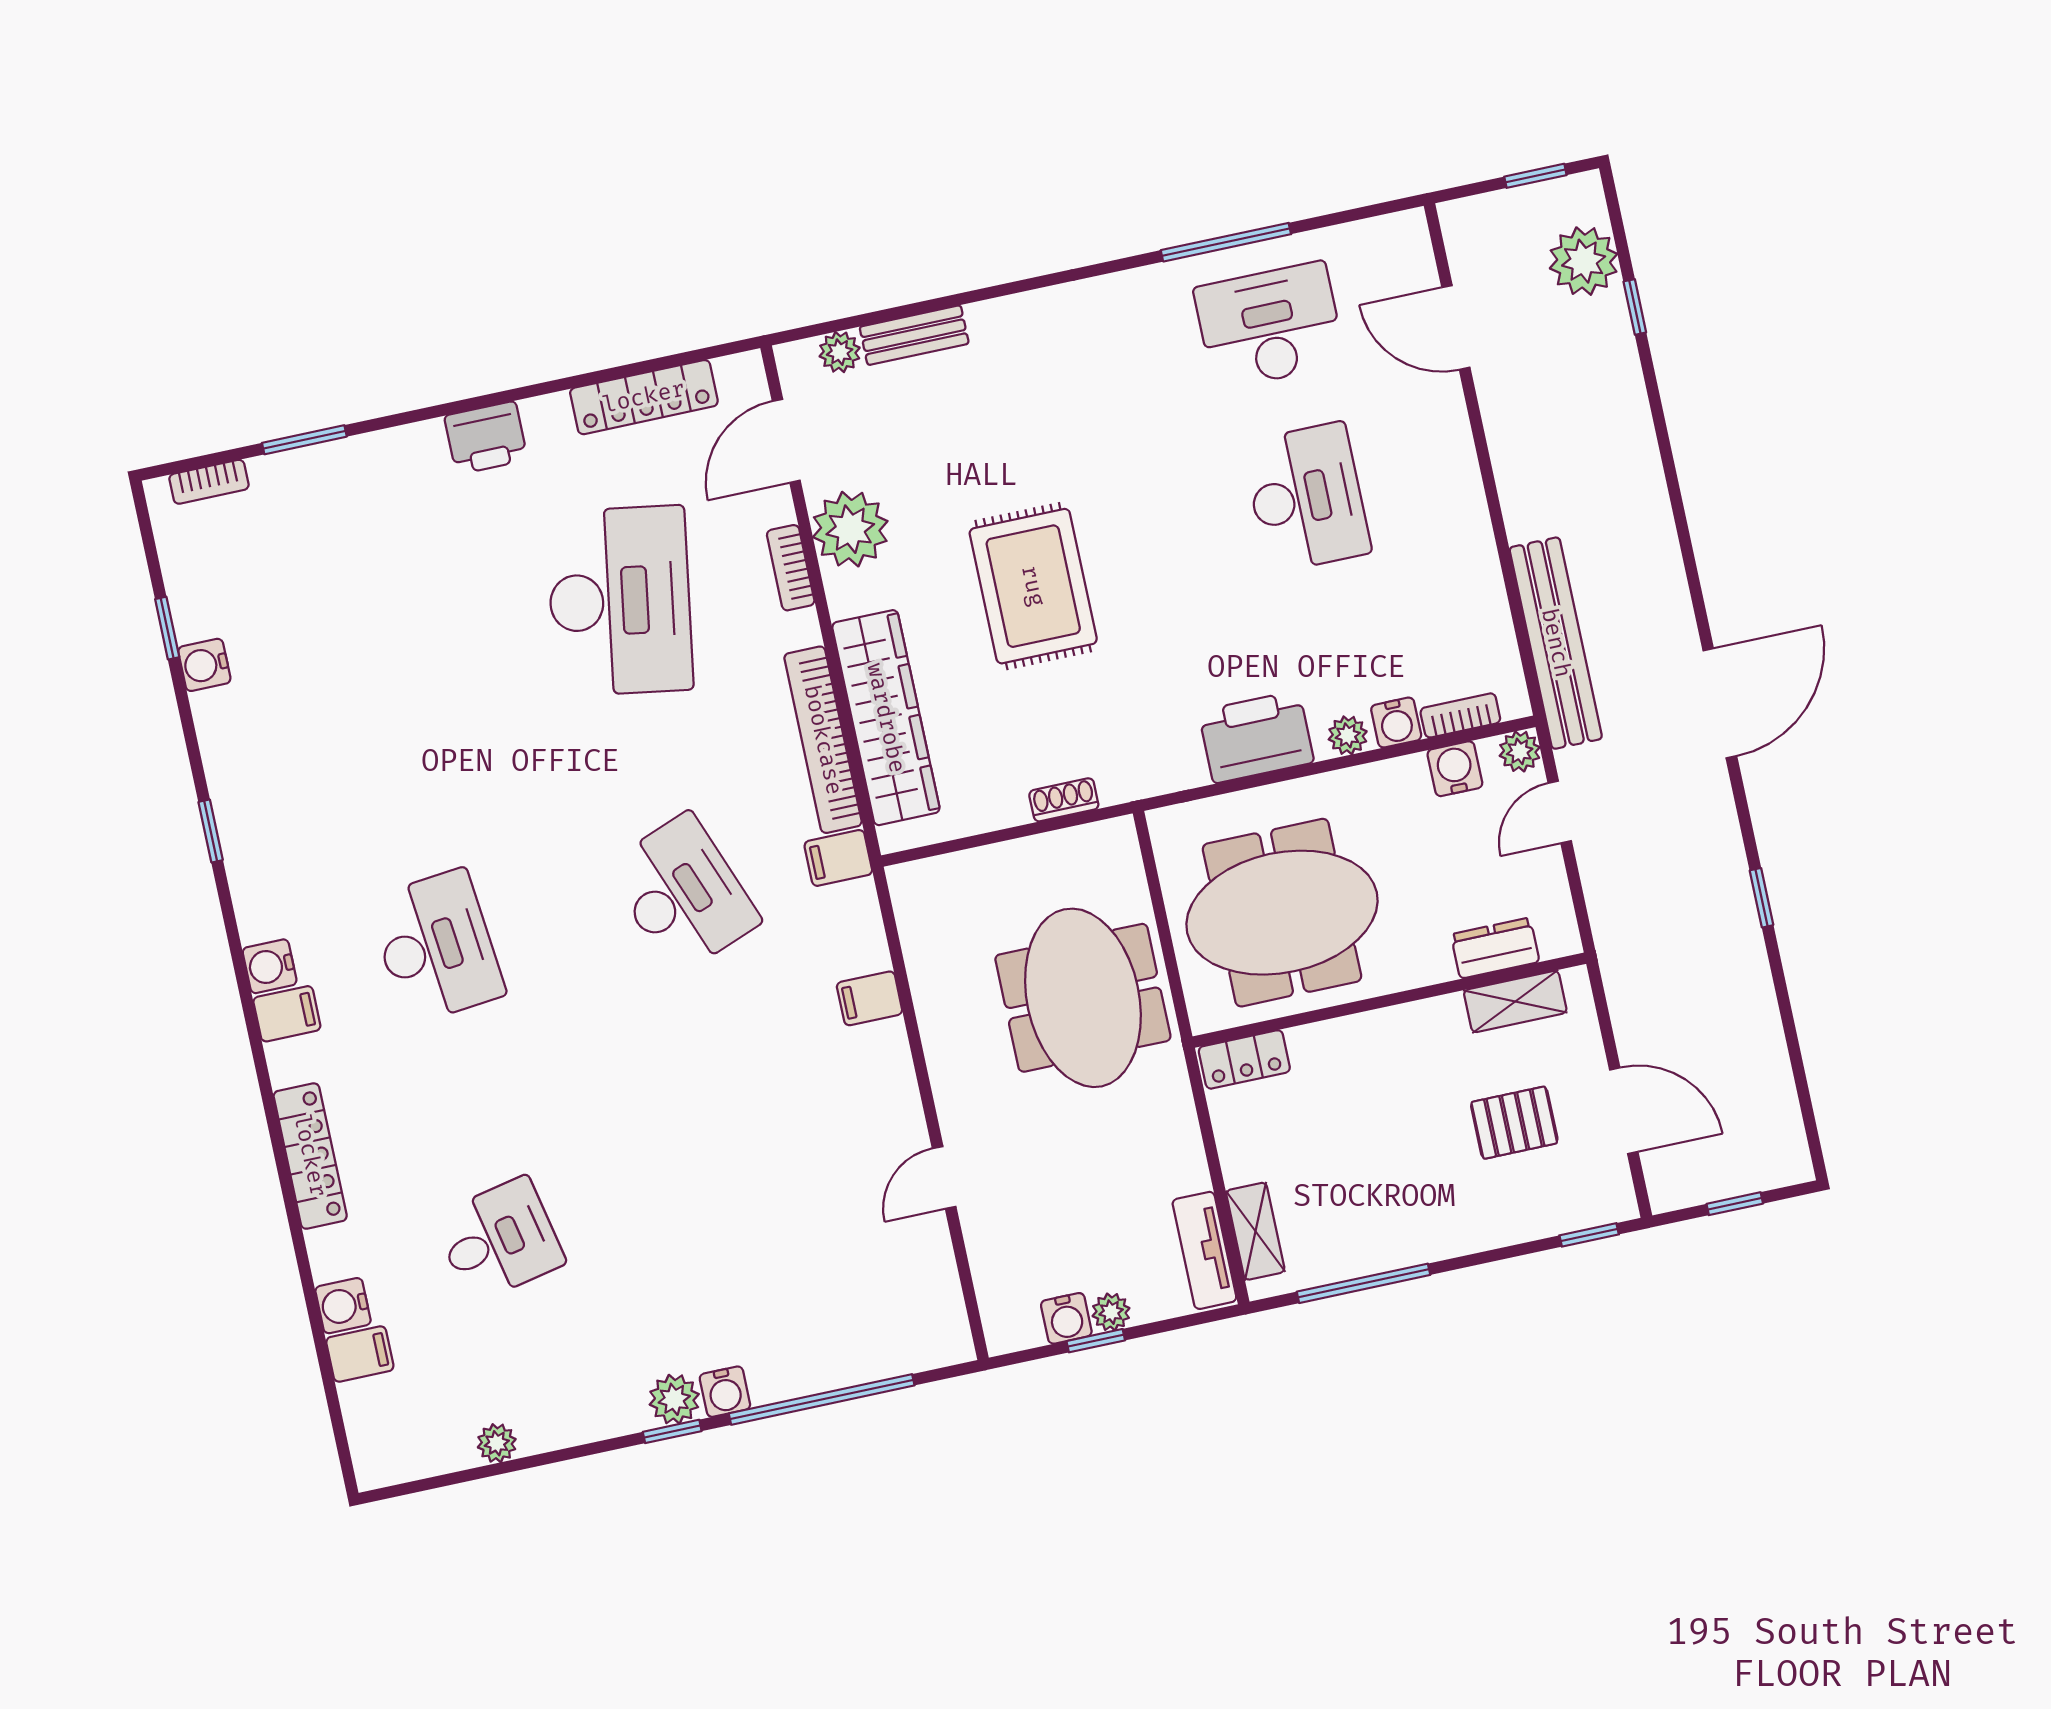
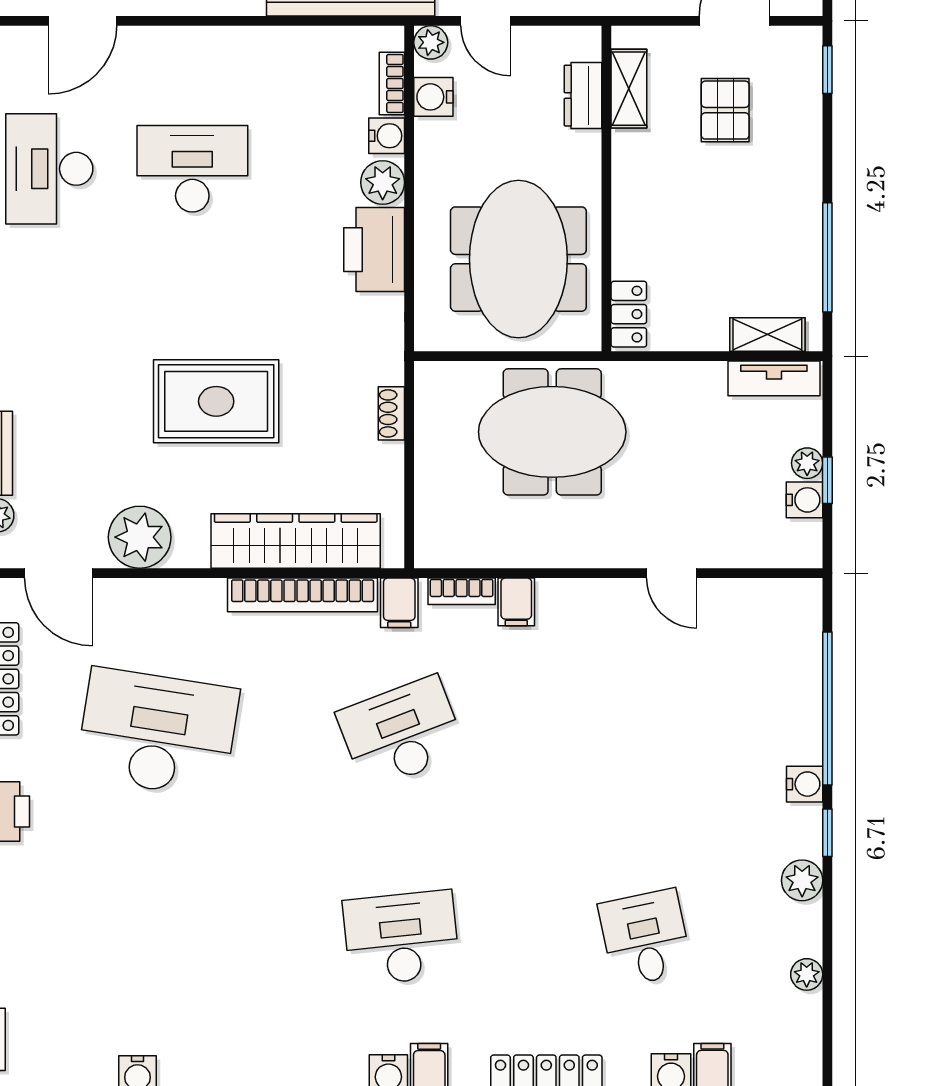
bookcase: (791, 568) -> (462, 591), moved
plant: (1348, 735) -> (383, 182), width x1.38, depth x1.38
plant: (674, 1399) -> (802, 880), moved

